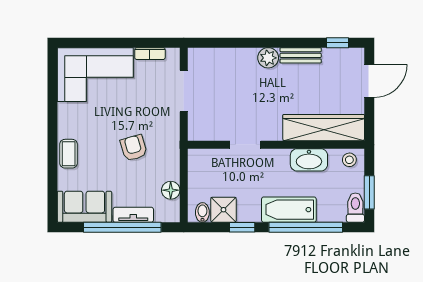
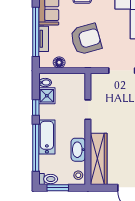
armchair: (134, 148) -> (86, 39), width x1.88, depth x1.88

